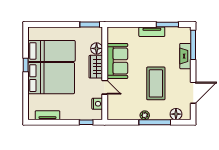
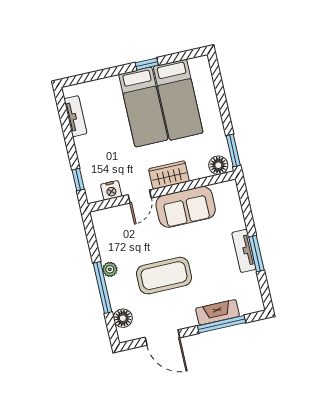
window: (167, 25) -> (256, 254), moved
window: (193, 45) -> (222, 324), moved
floor lamp: (97, 48) -> (218, 165), moved
bed: (51, 78) -> (143, 107), width x0.67

